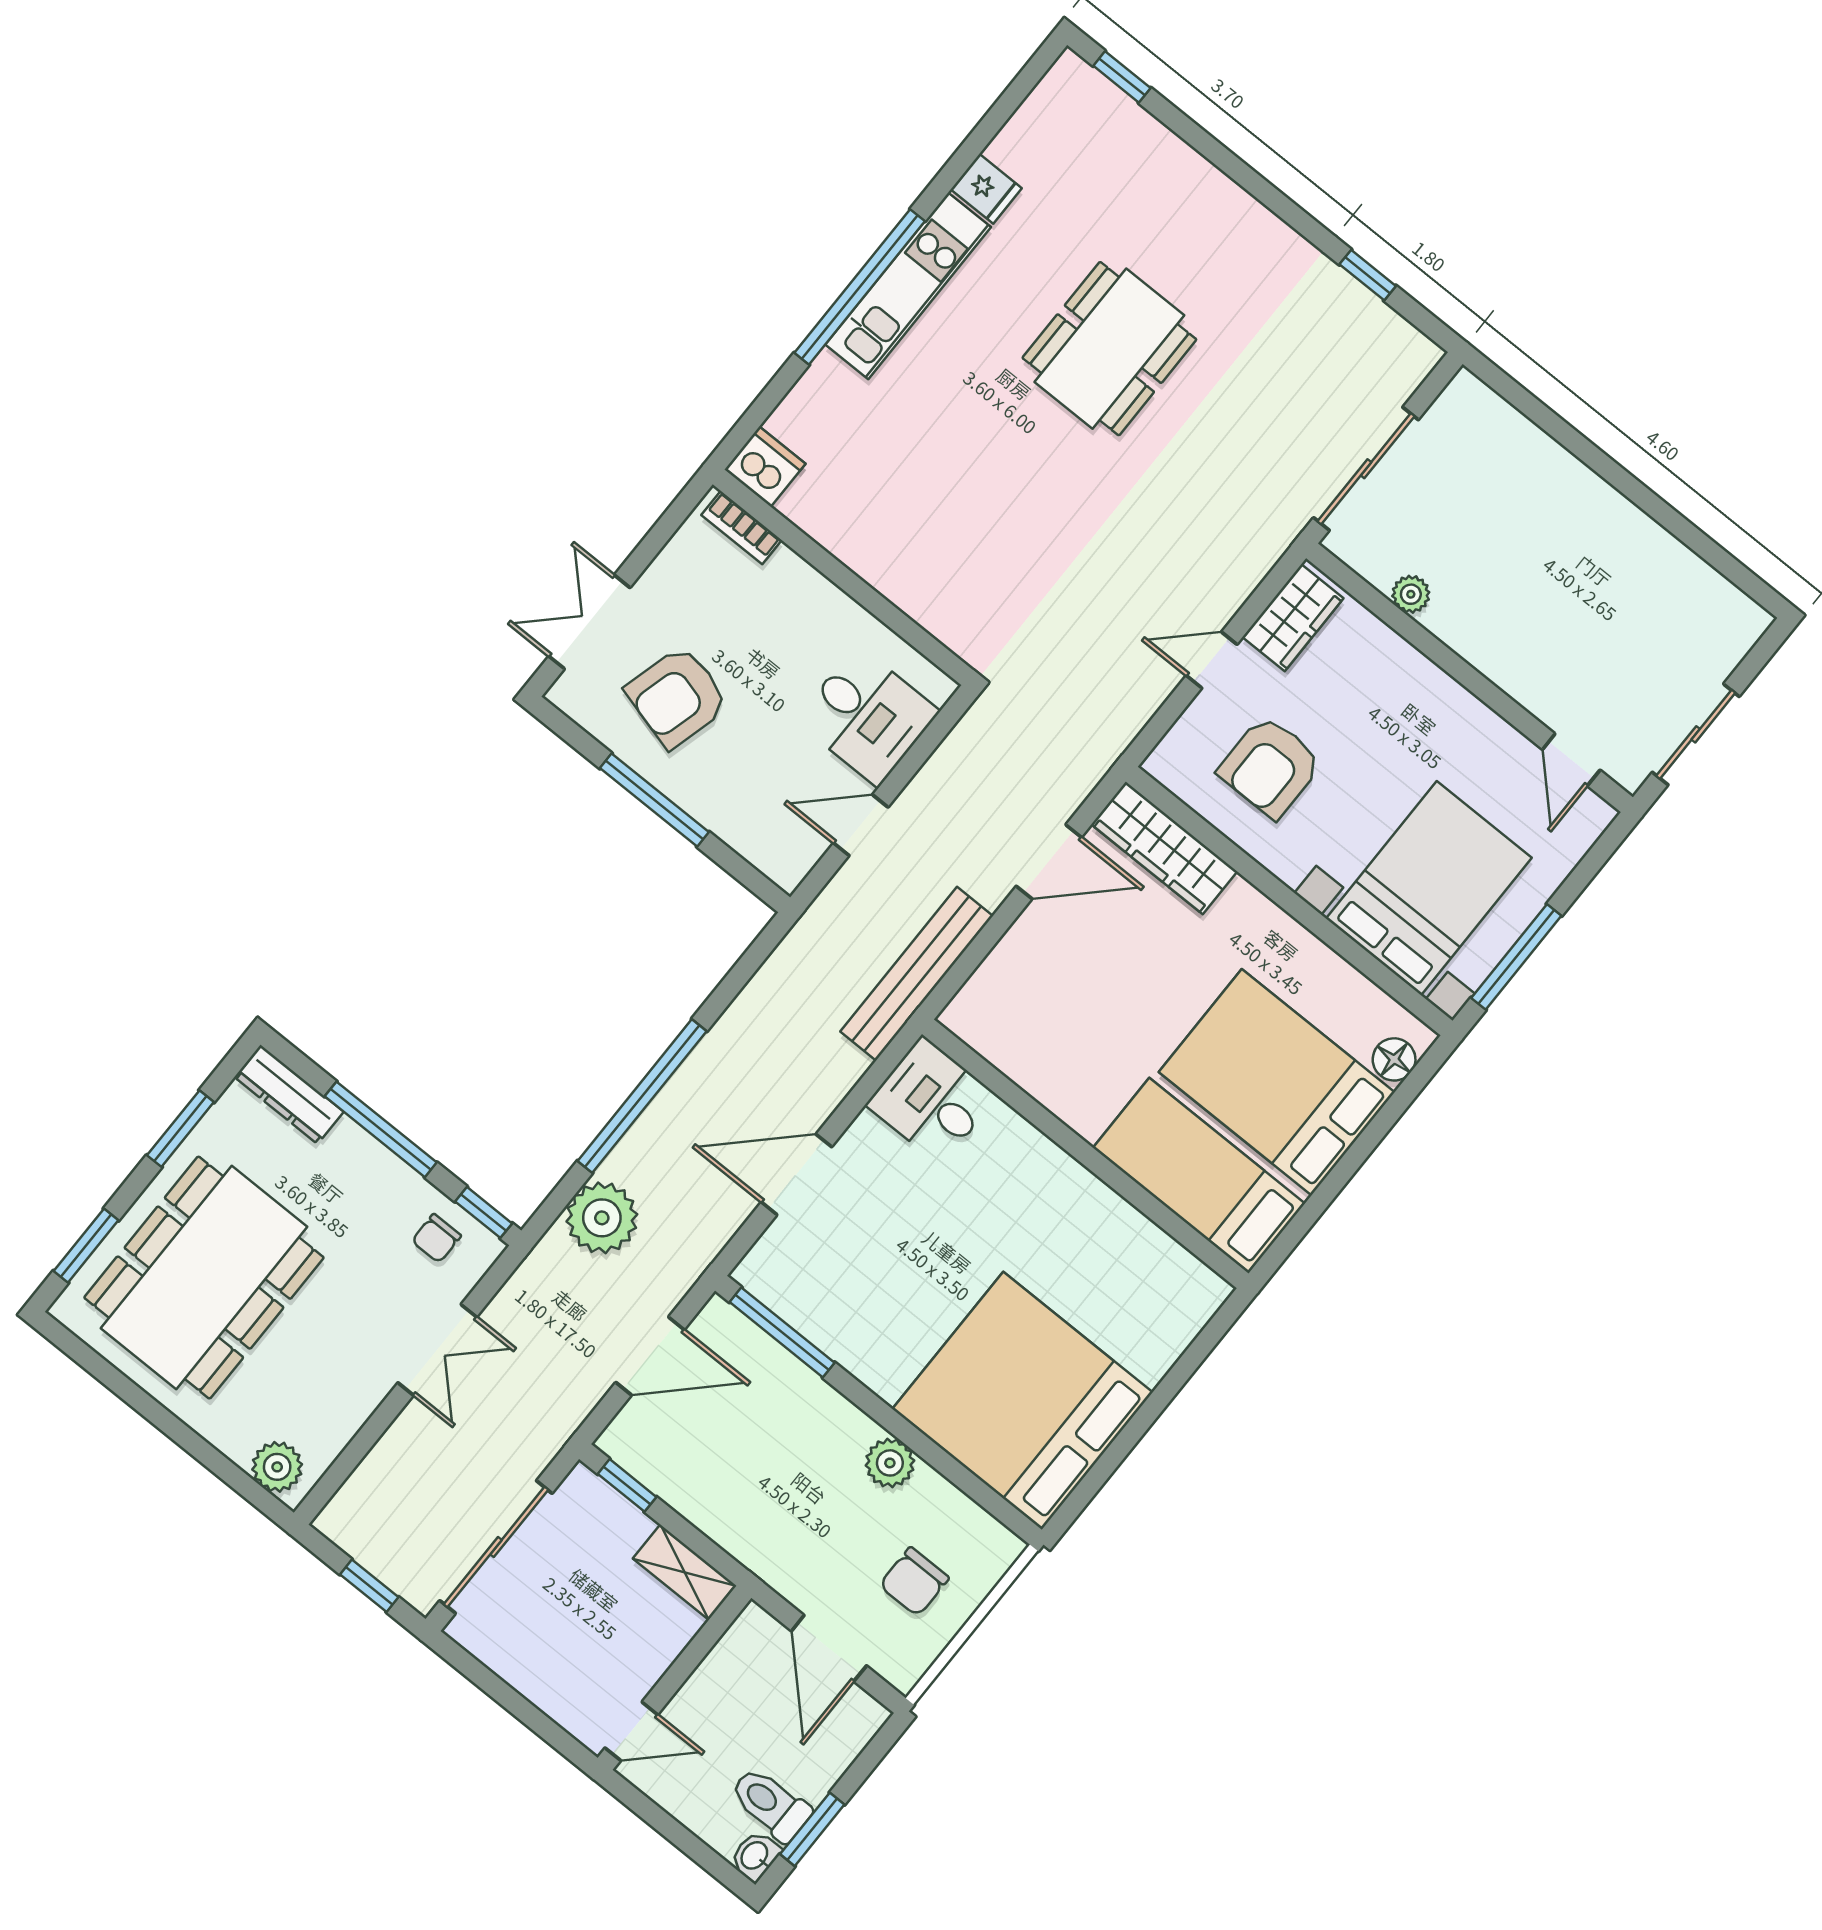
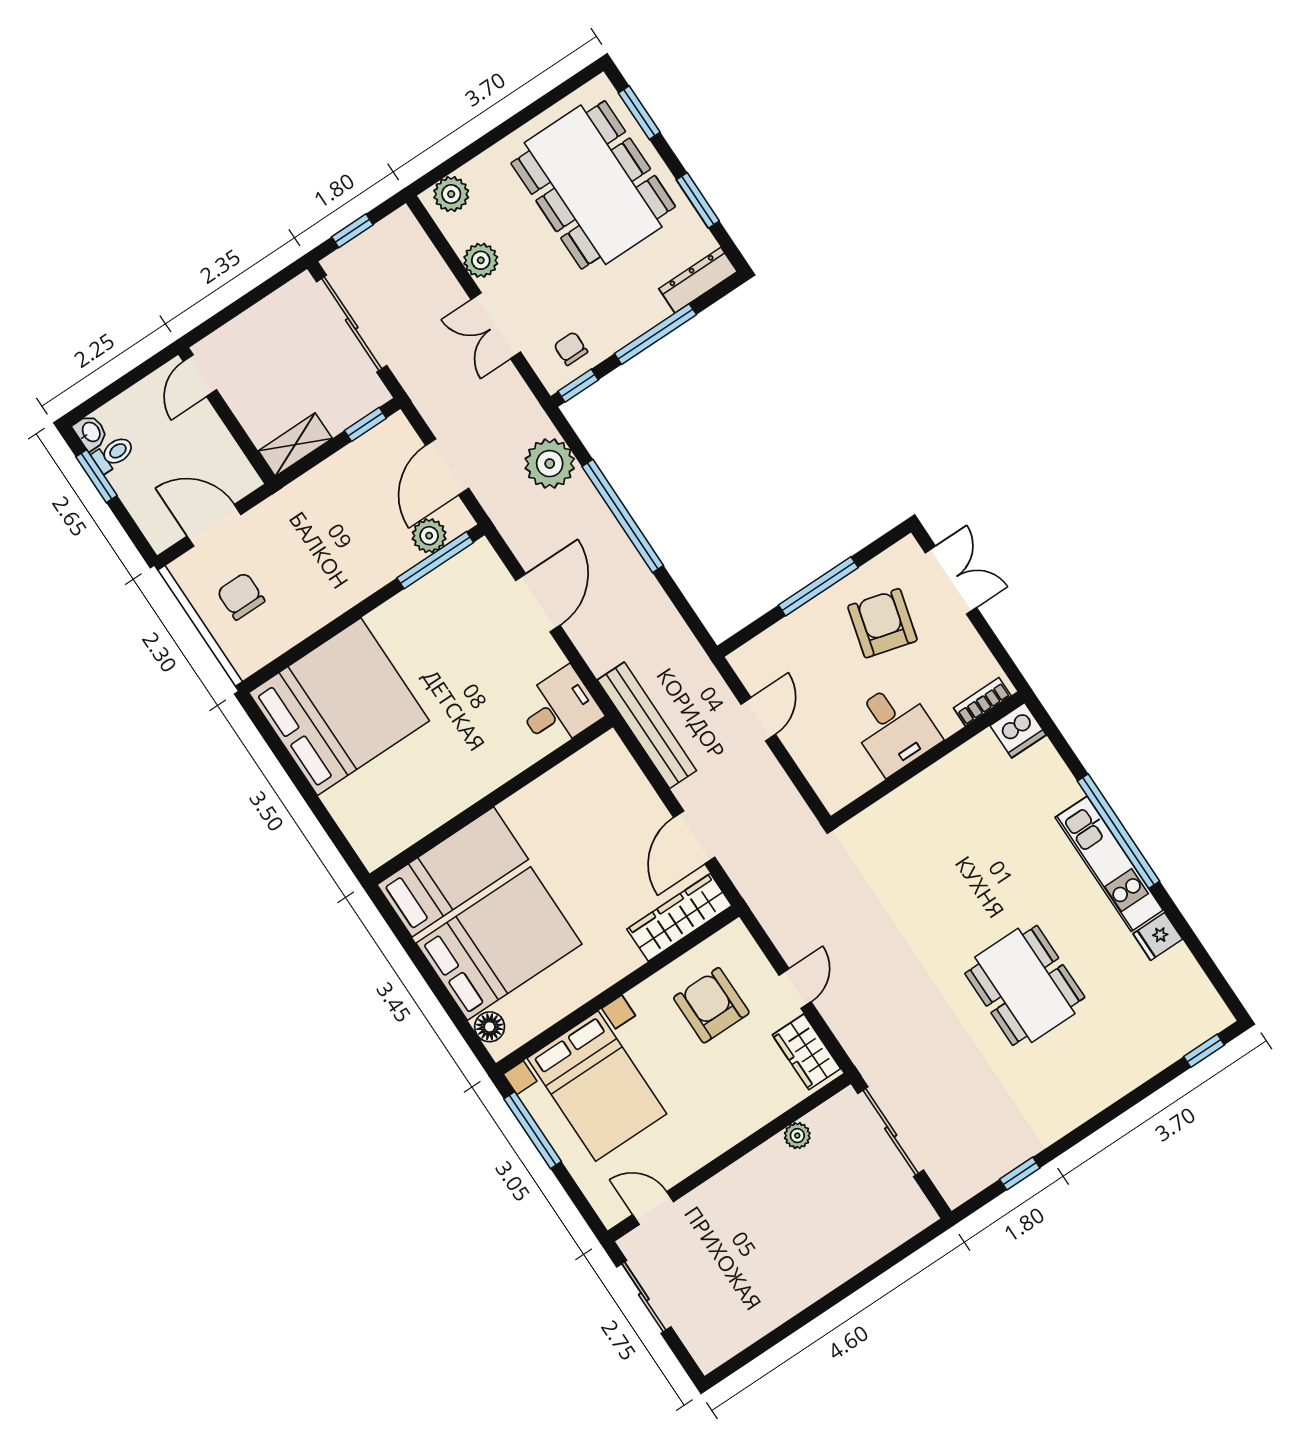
desk: (867, 716) -> (894, 728), moved, turned -90
plant: (355, 1398) -> (481, 260), added
plant: (890, 1463) -> (429, 536), moved
toilet: (770, 1804) -> (113, 454), width x0.73, depth x0.72

